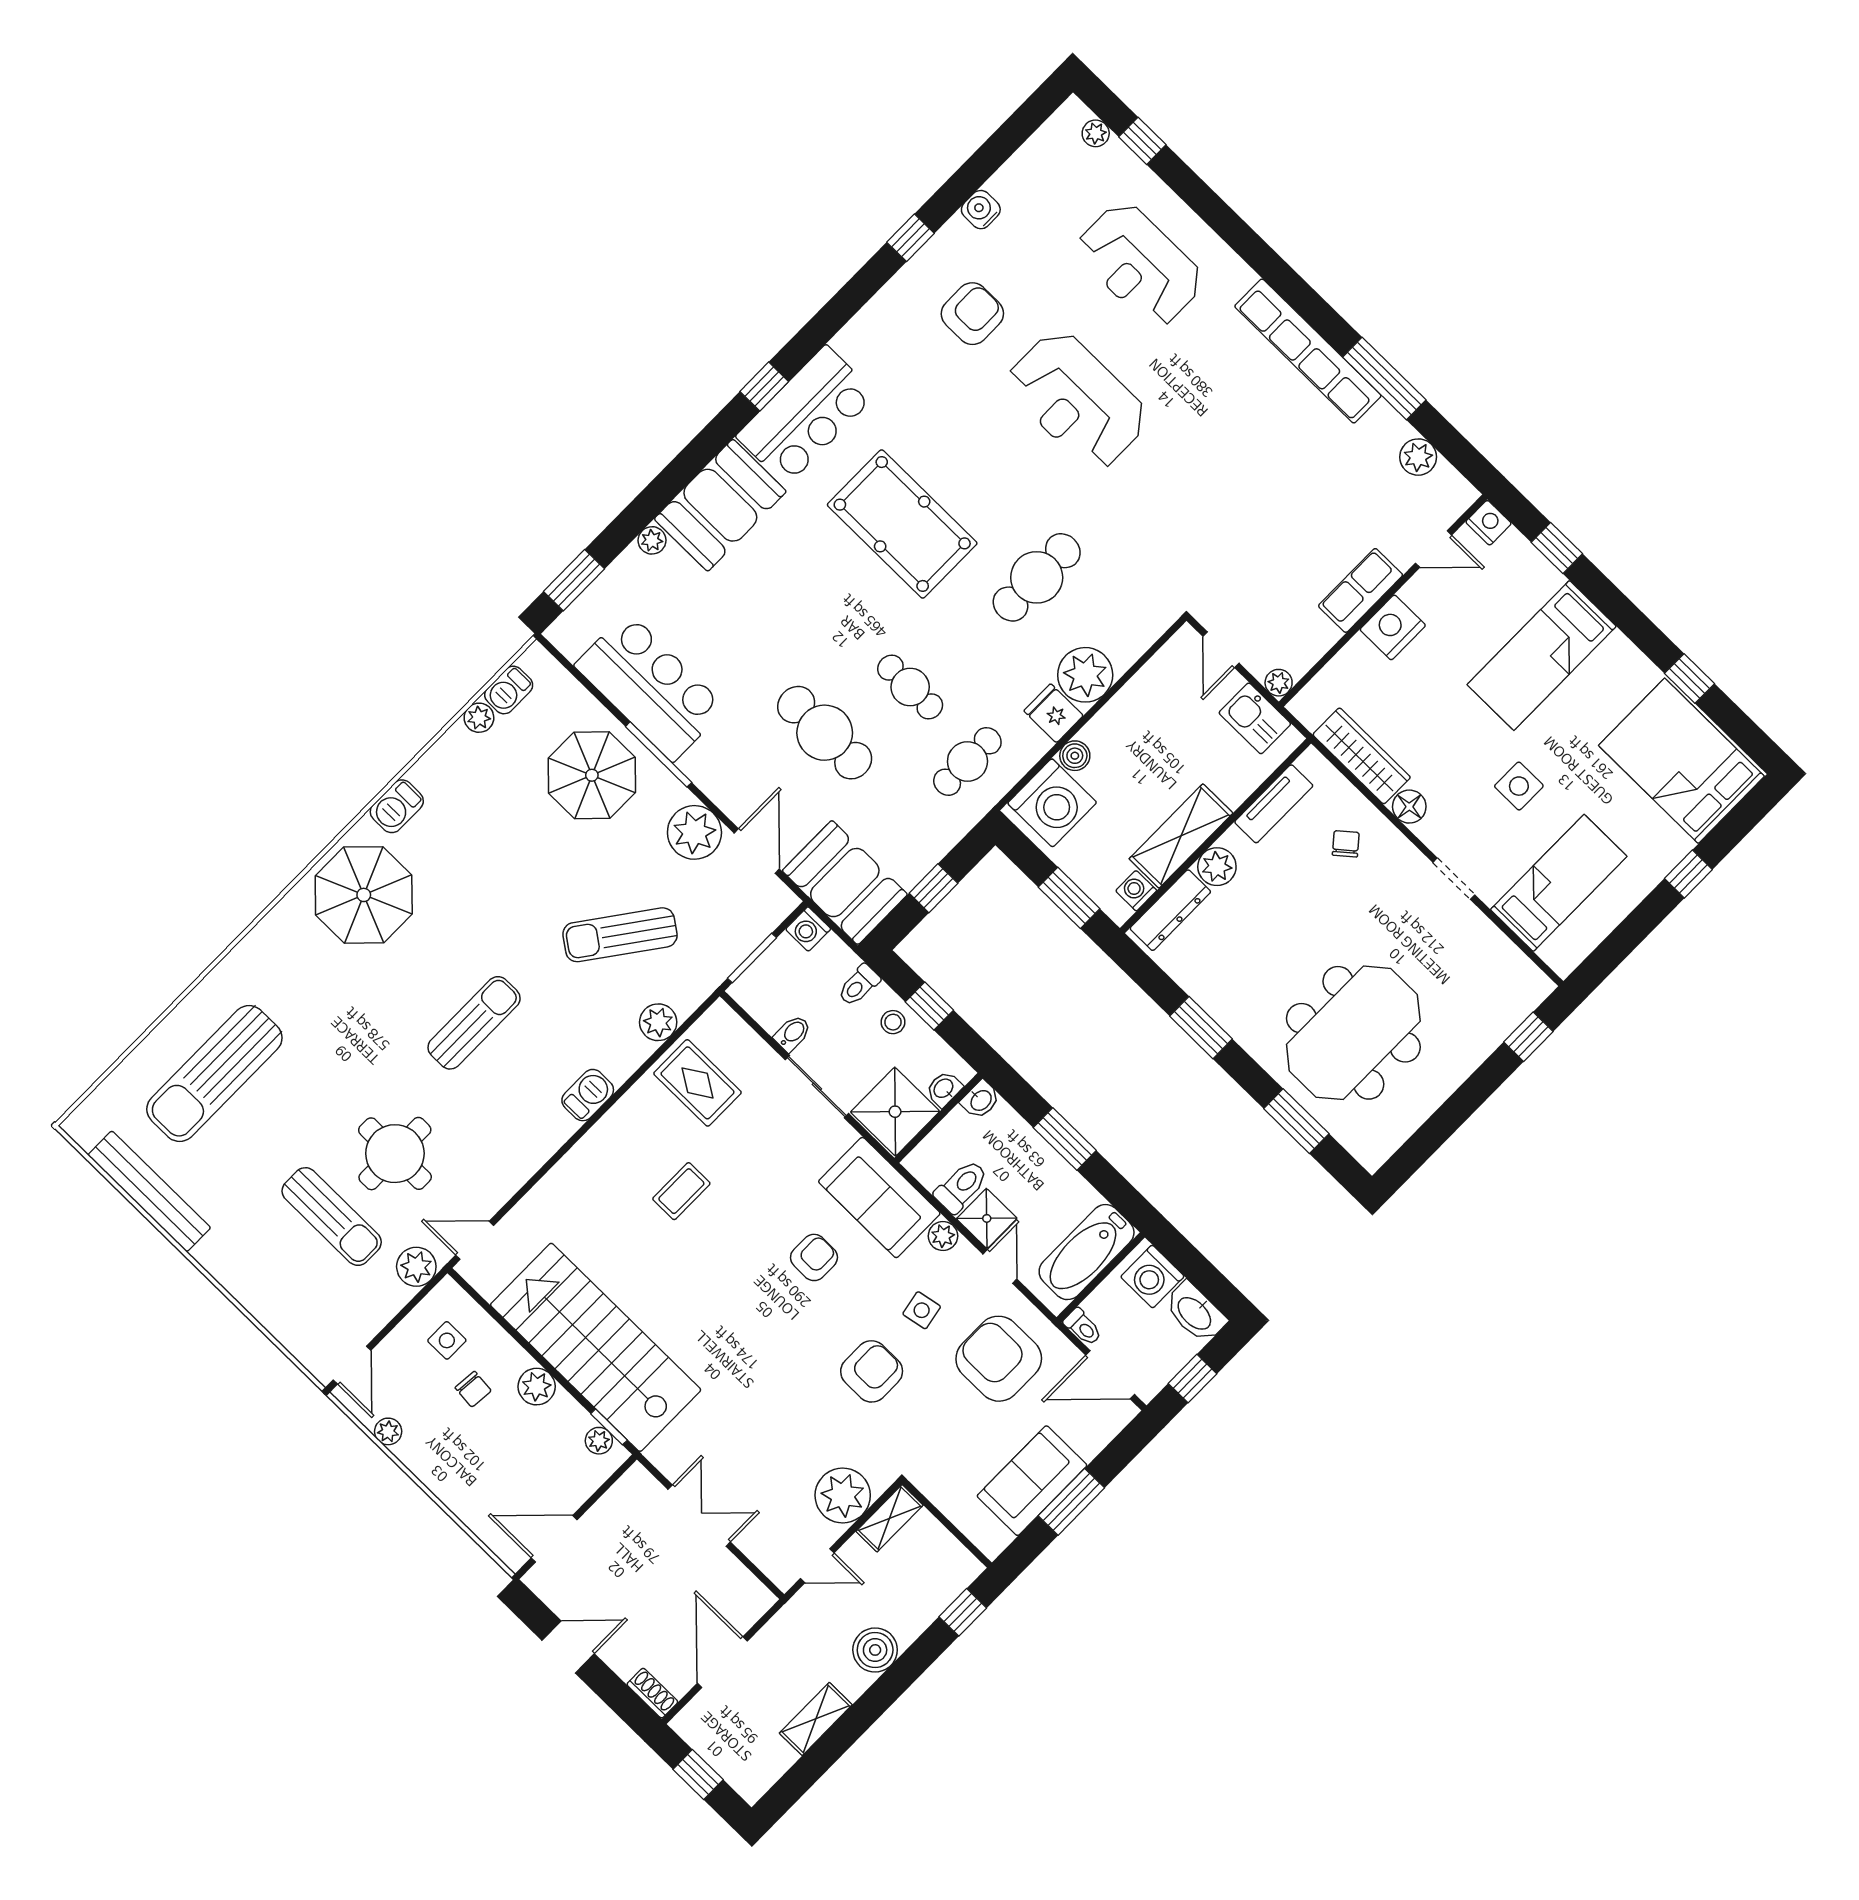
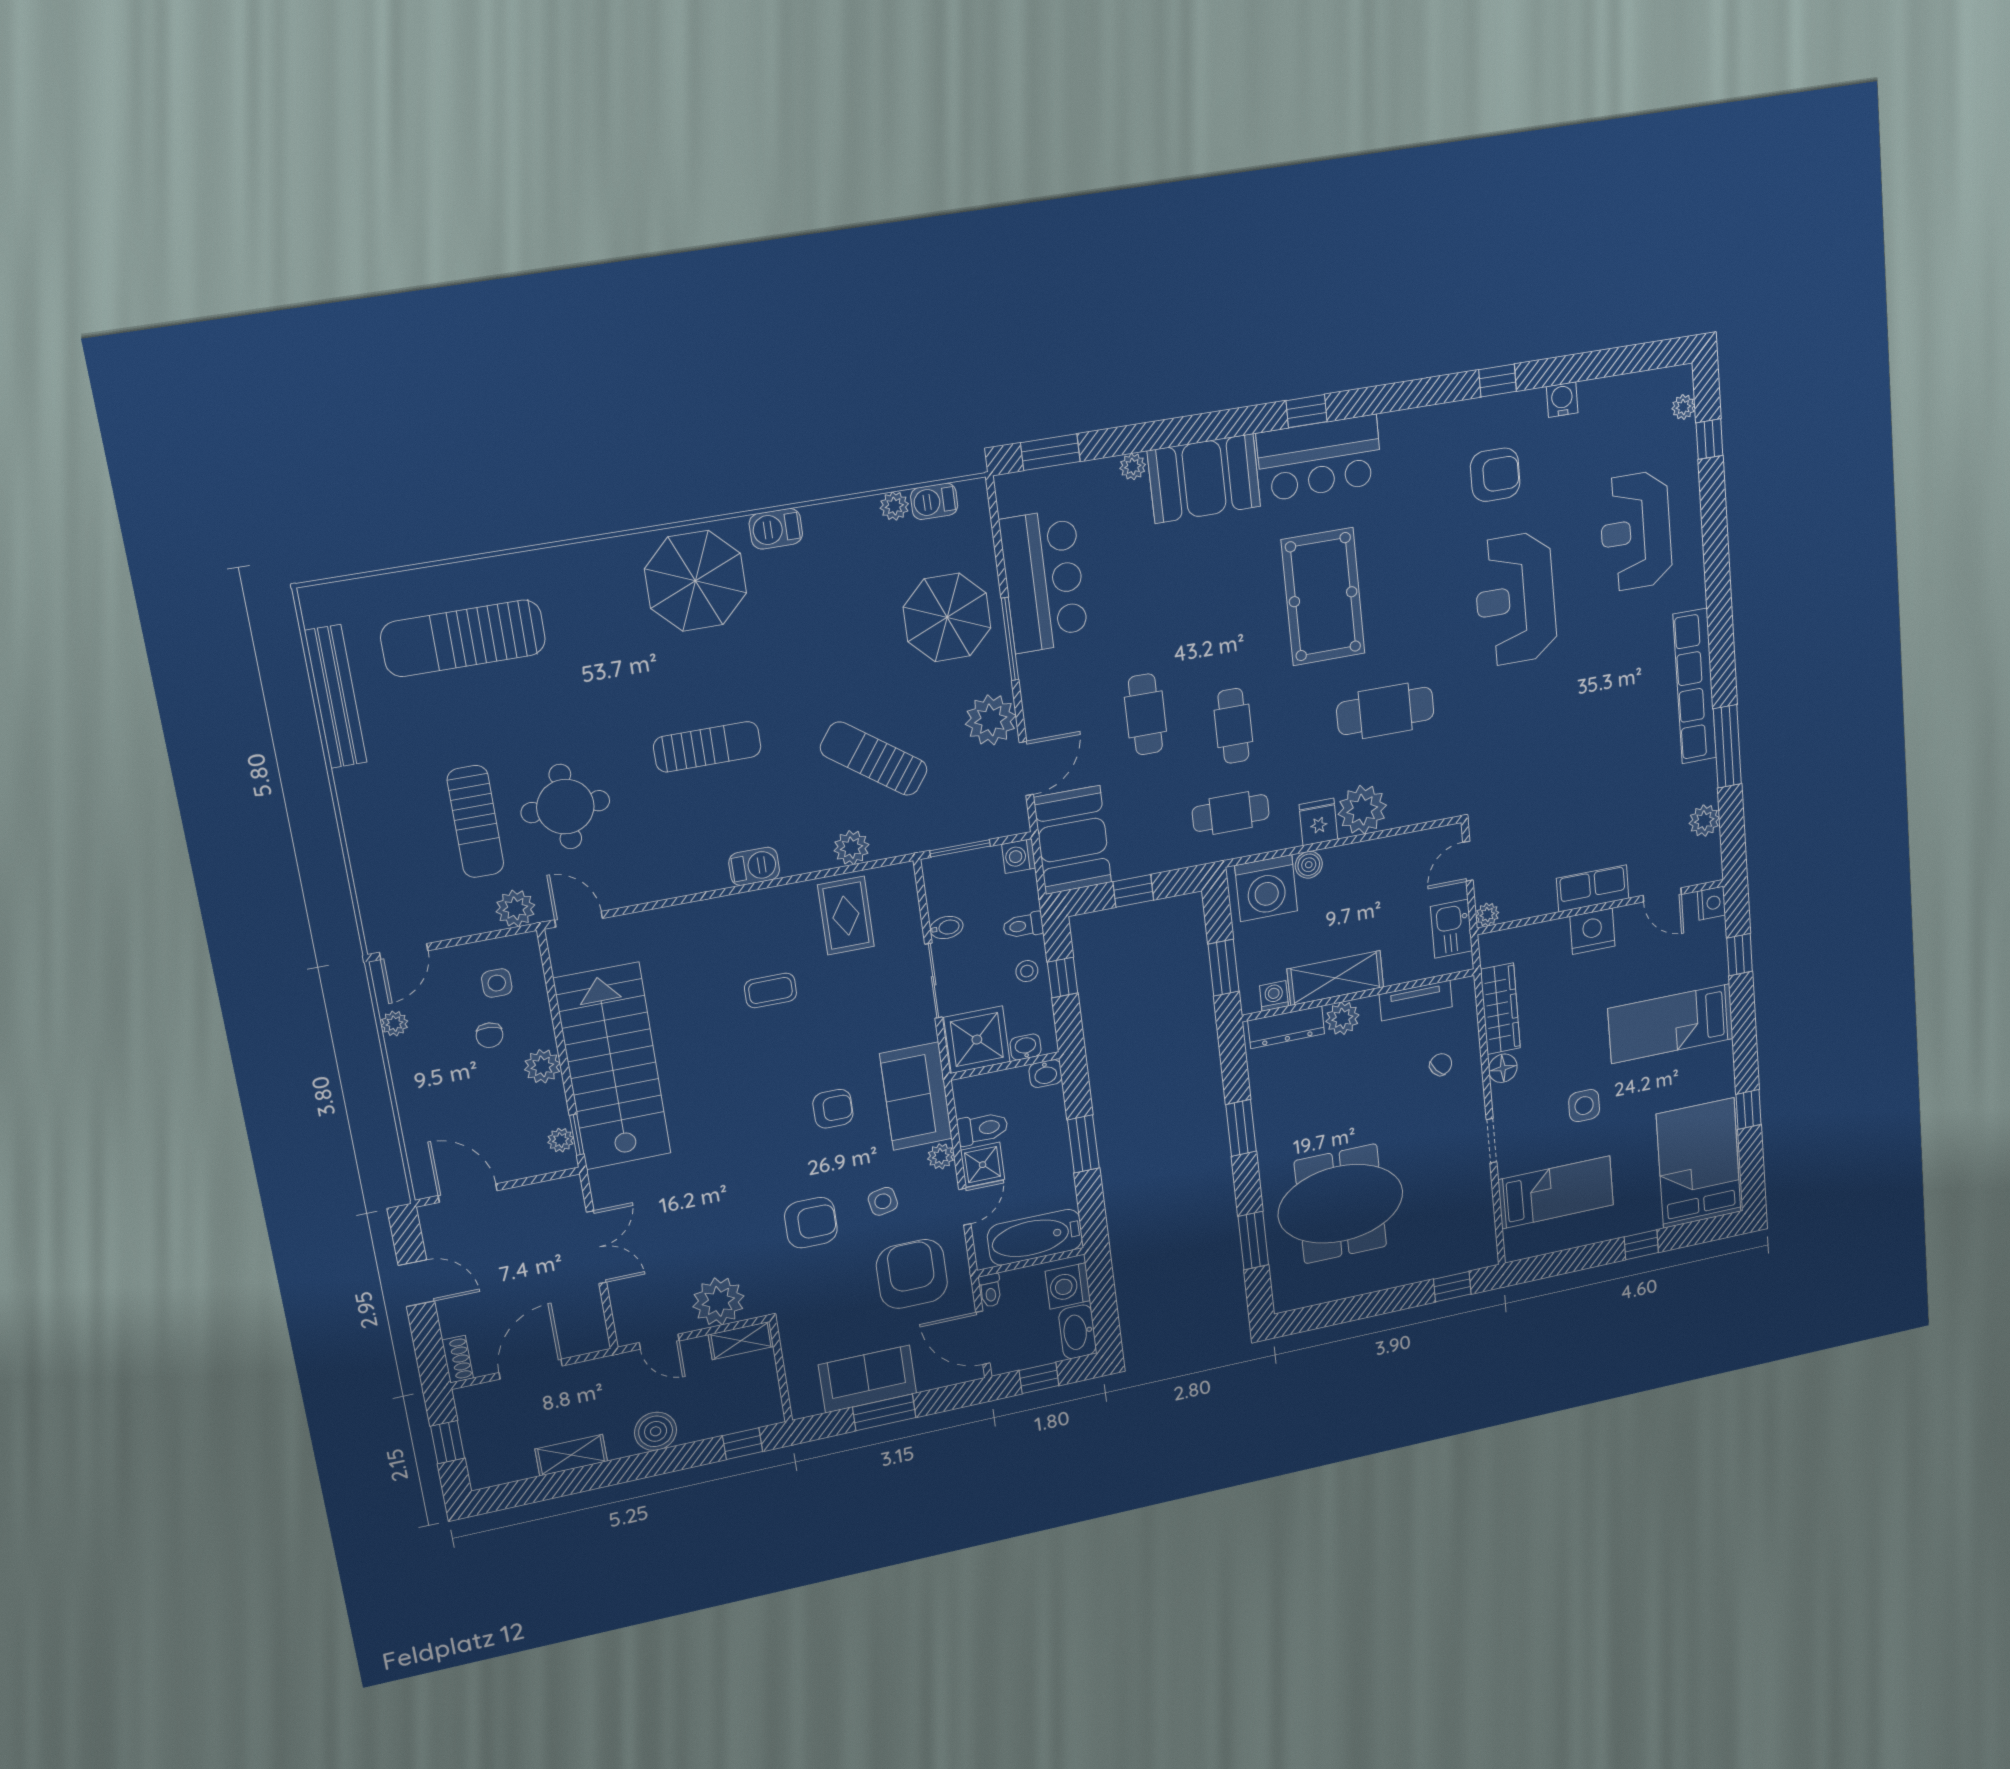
cafe table: (825, 733) -> (1145, 714), width x0.73, depth x0.74

